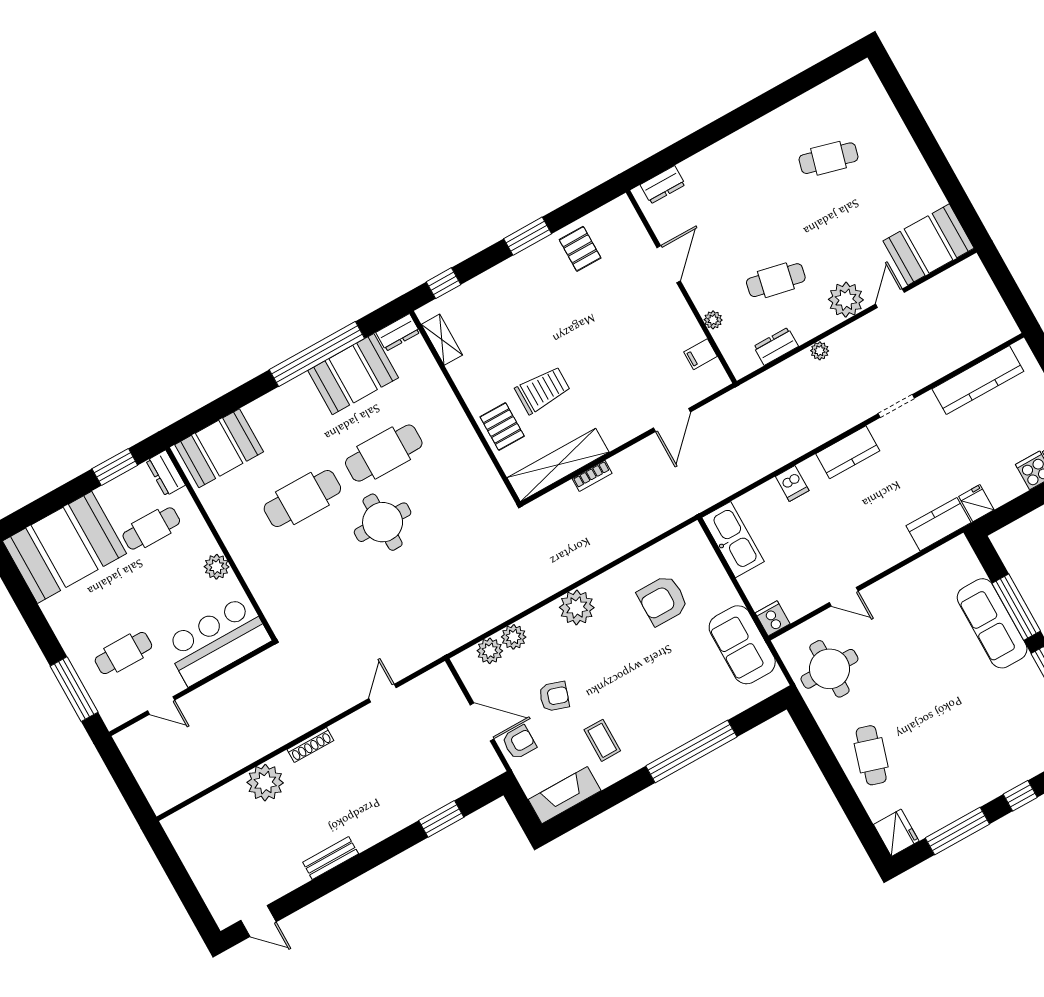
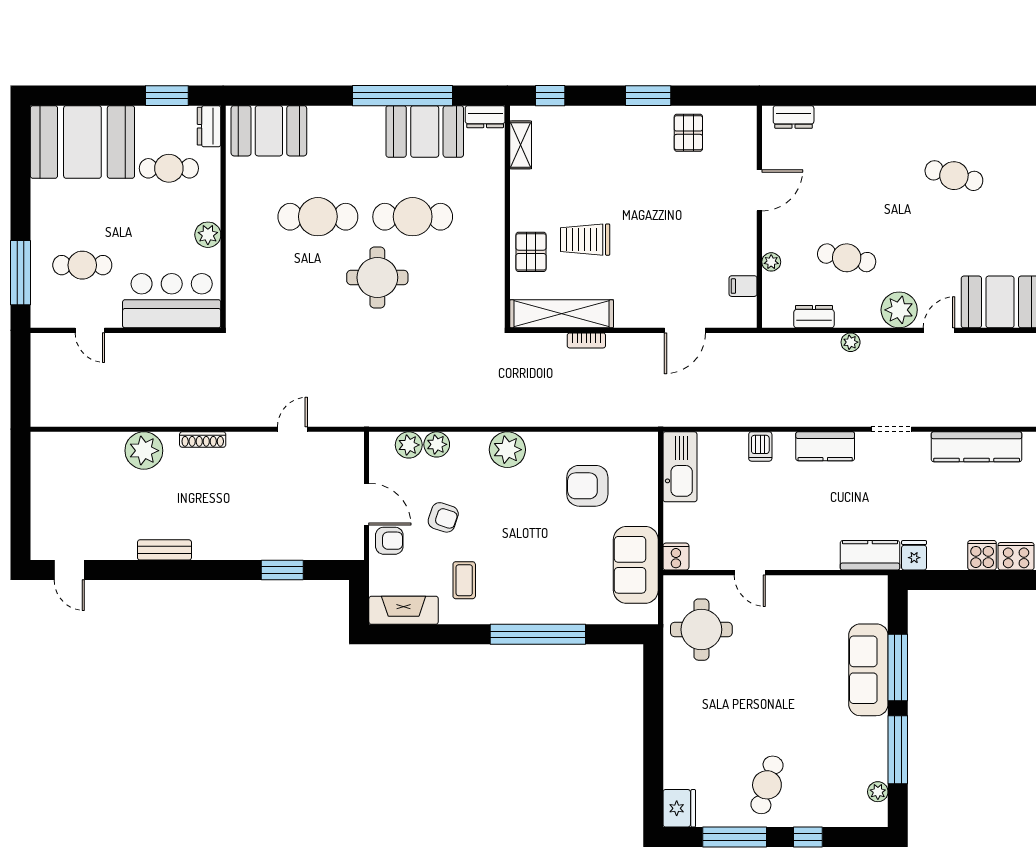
trolley: (543, 390) -> (585, 240), turned 180
cafe table: (871, 755) -> (767, 785), moved

